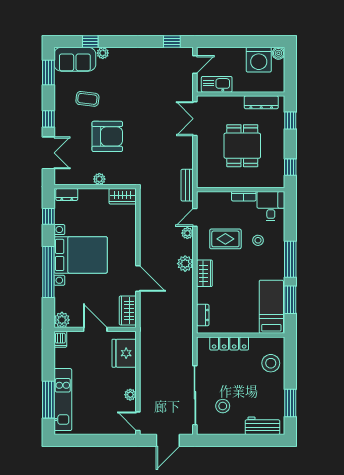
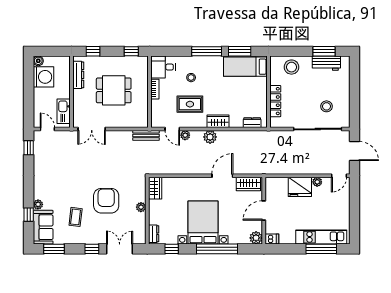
rug: (225, 239) -> (190, 104), turned 90
fridge: (124, 353) -> (300, 187), moved
workbench: (263, 426) -> (326, 63), moved, turned -90

